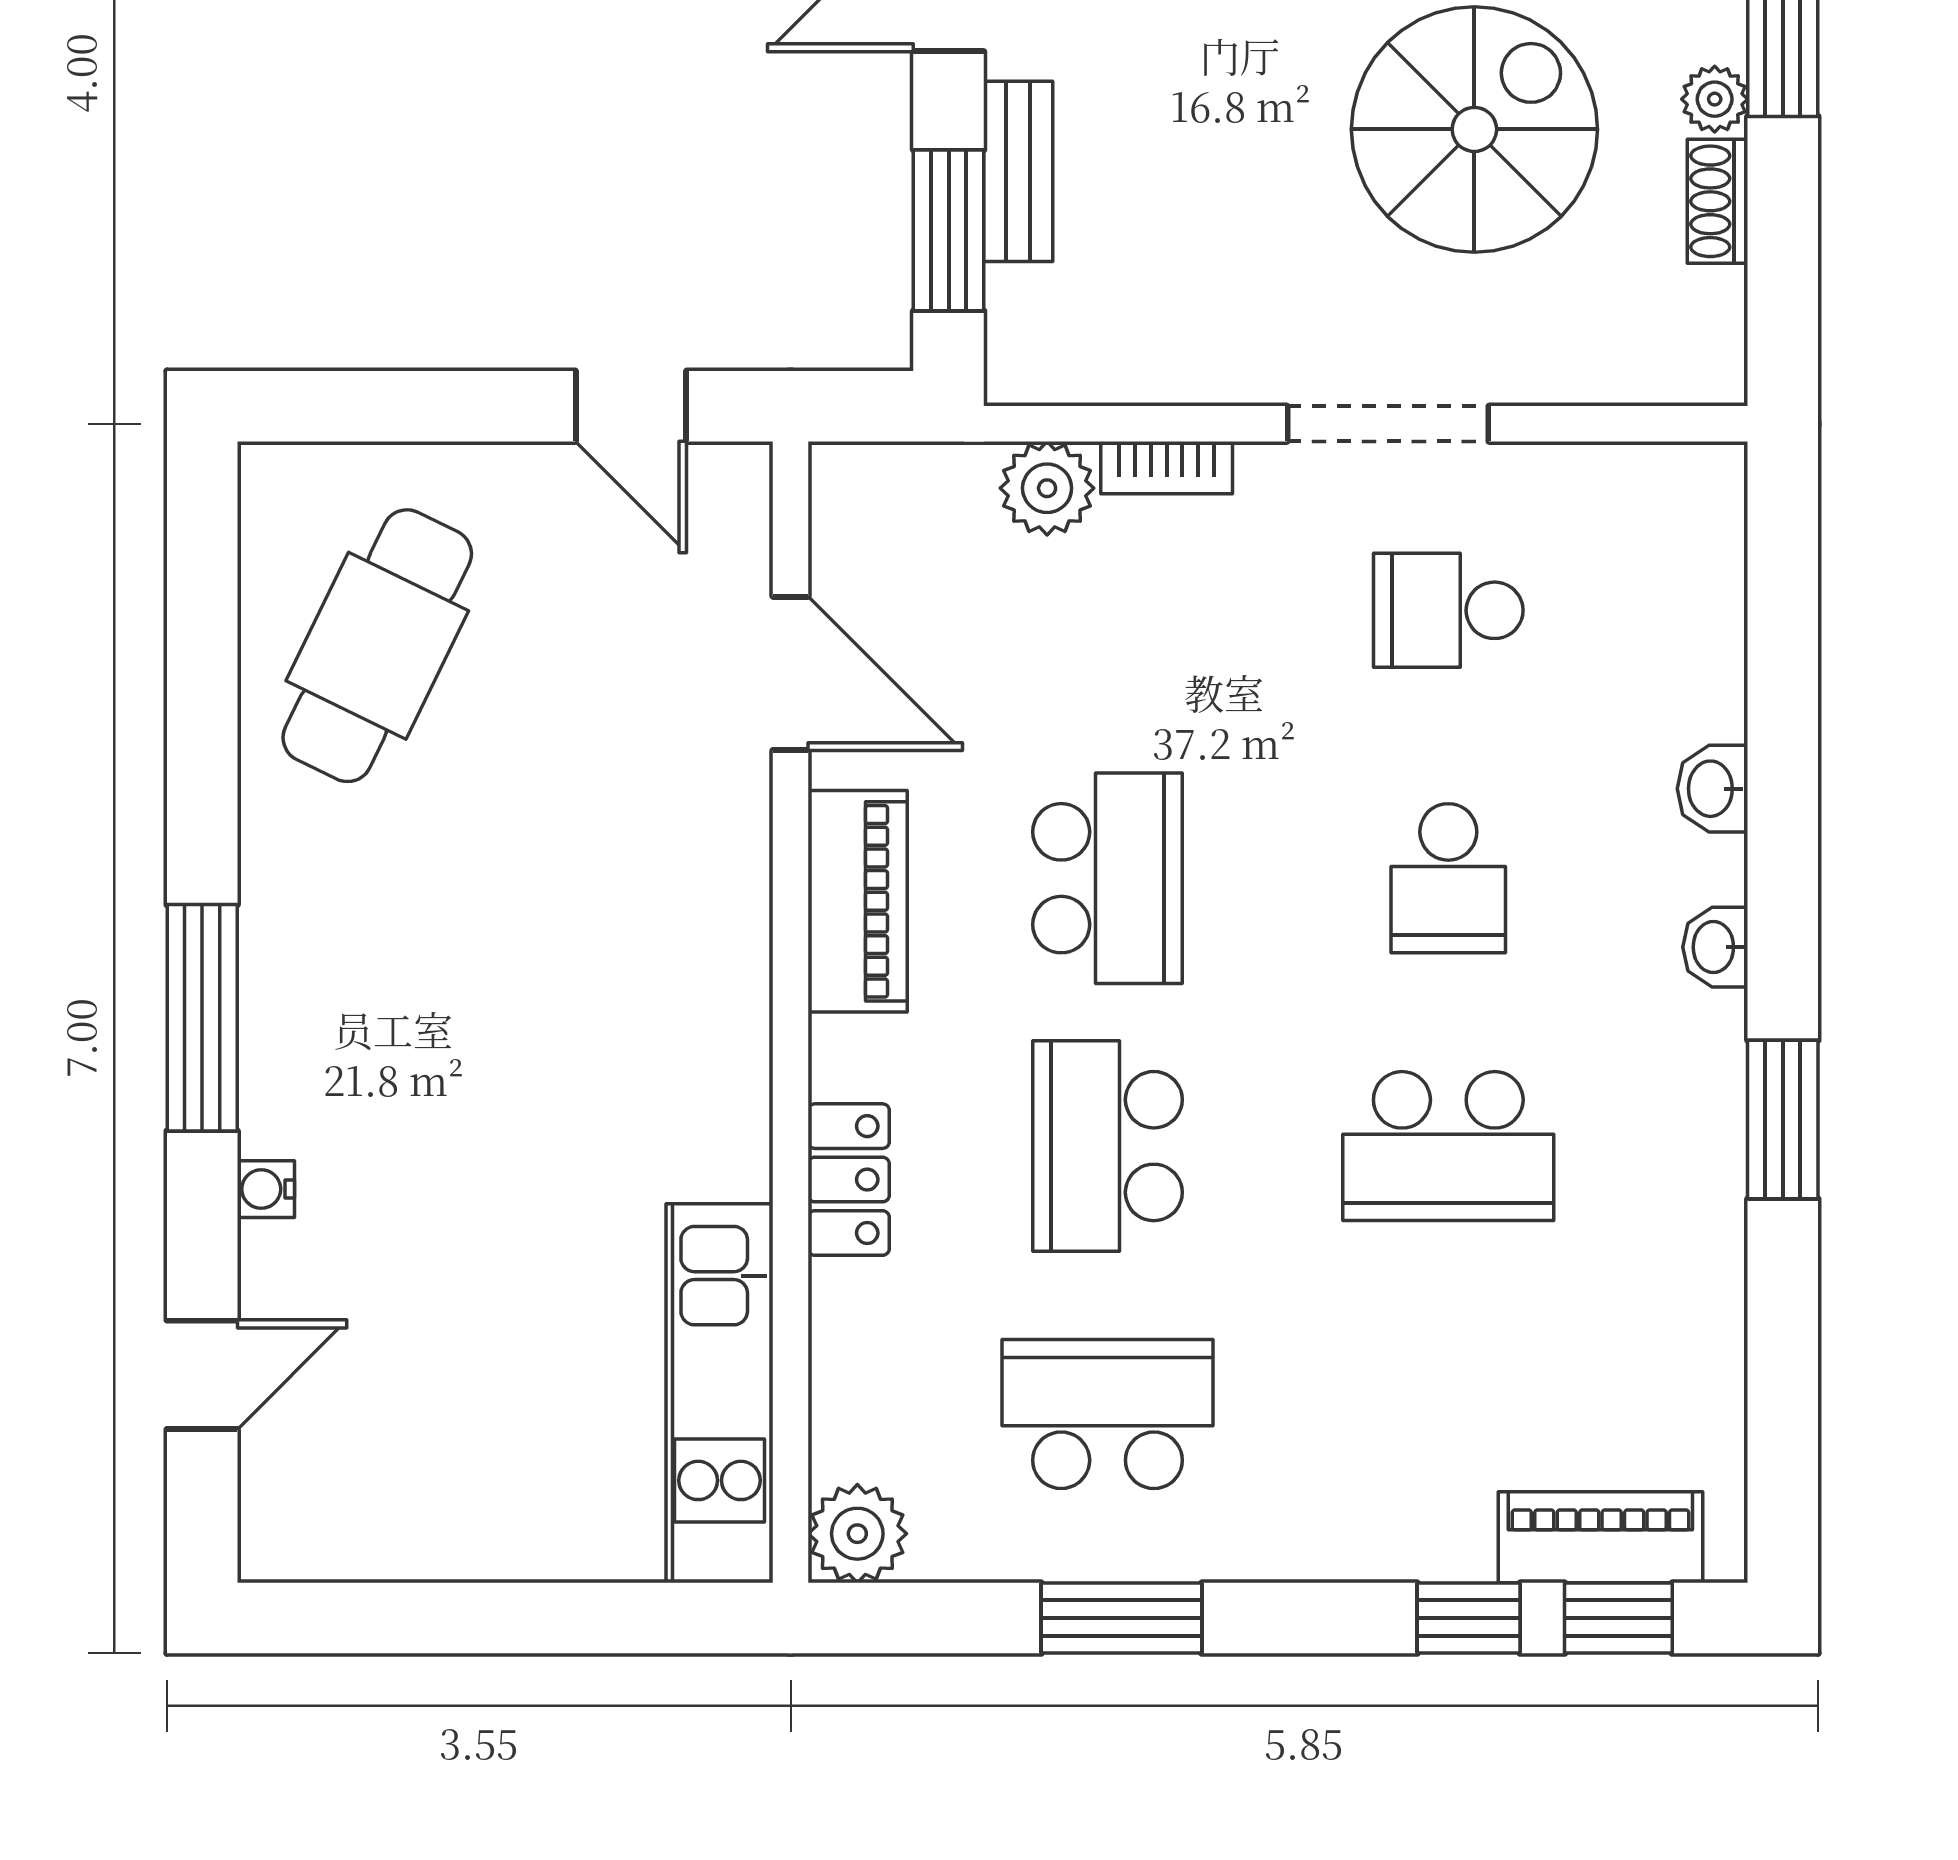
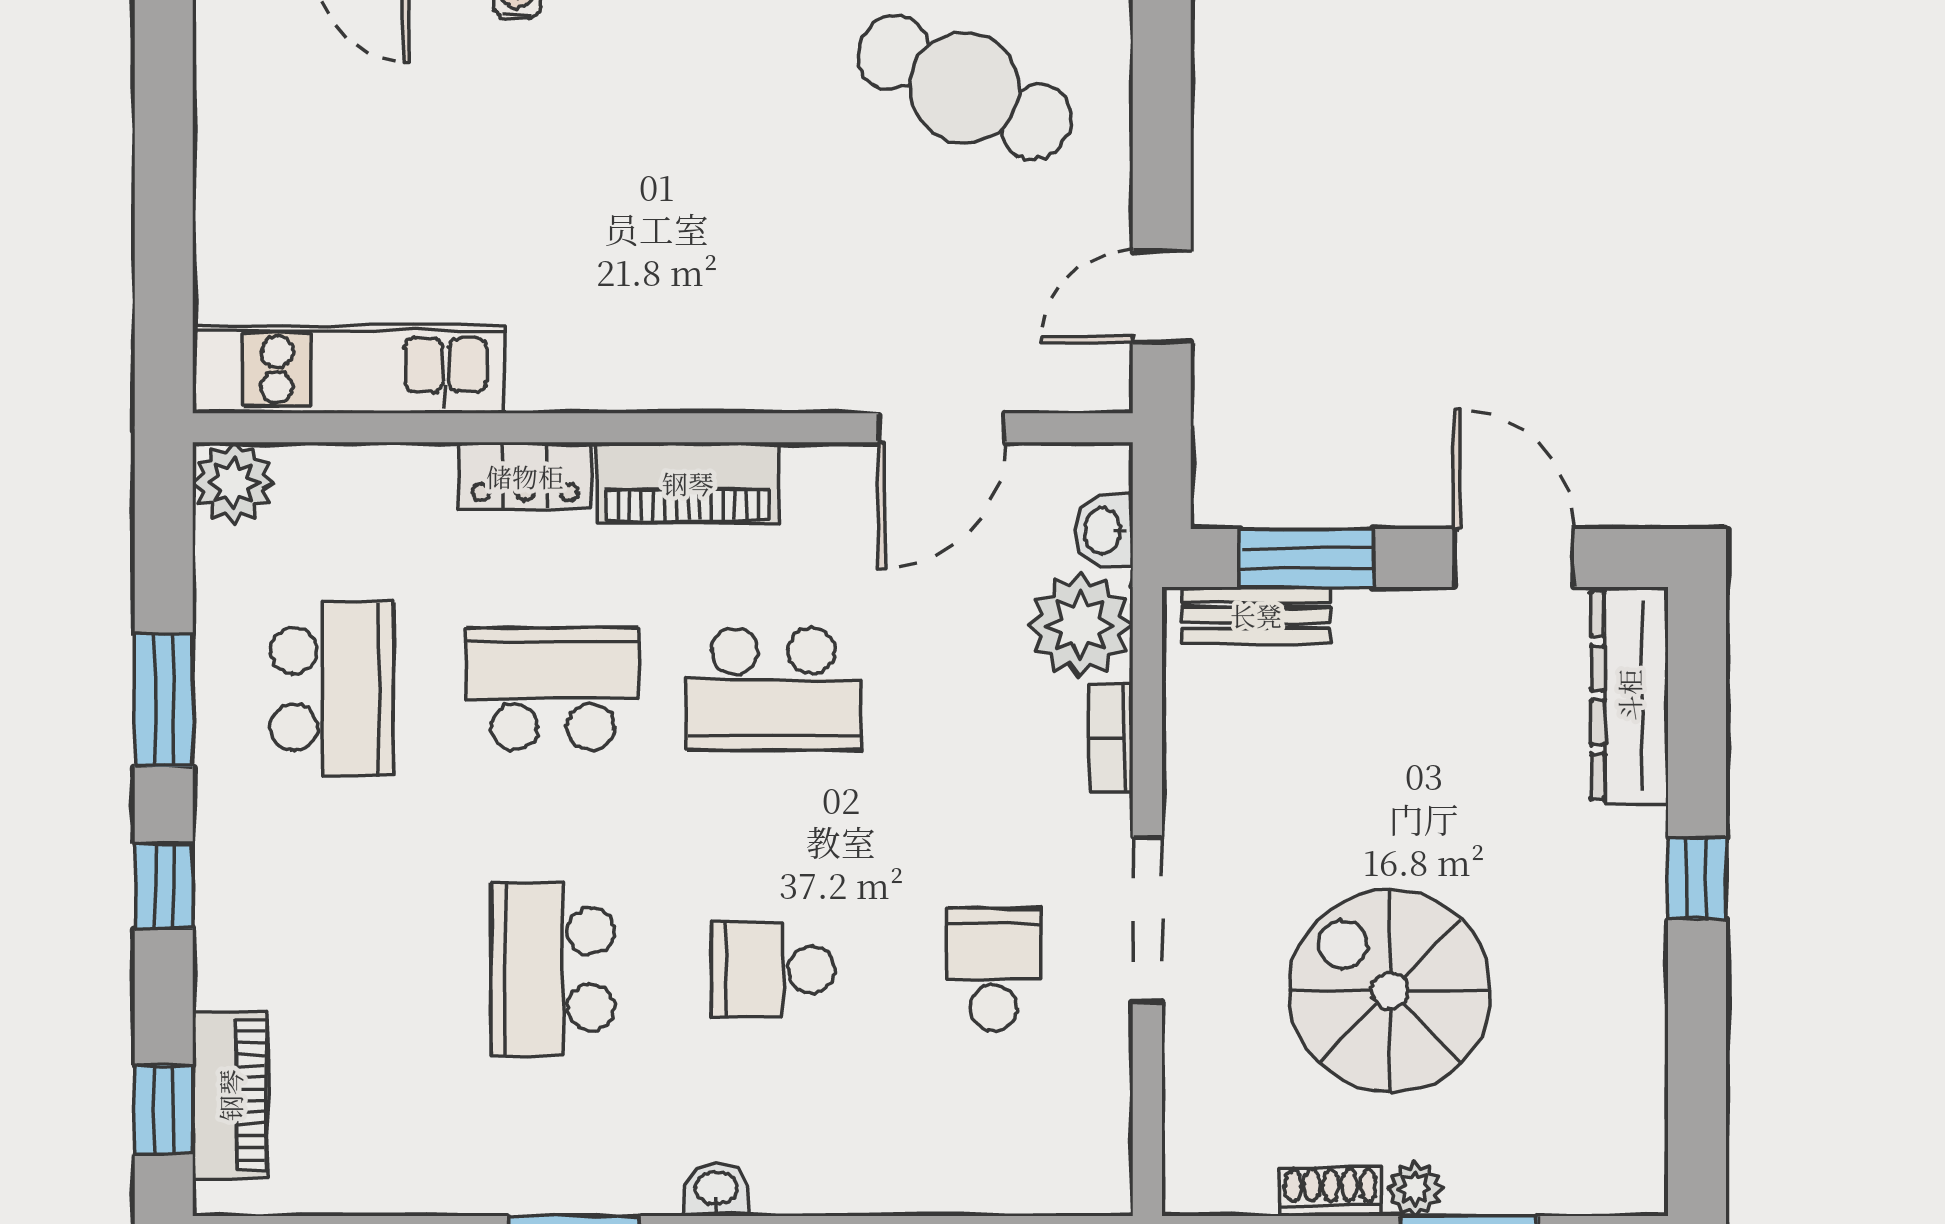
spiral stairs: (1474, 129) -> (1390, 991), turned 180
bench: (1018, 171) -> (1256, 615), moved
plant: (1047, 488) -> (1080, 625), width x1.36, depth x1.36
washbasin: (1713, 789) -> (1104, 531), moved, turned -90
piano: (858, 901) -> (688, 483), moved
window: (1469, 1618) -> (164, 886), moved

